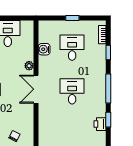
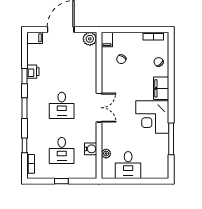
plant: (29, 66) -> (106, 154), moved
window: (108, 89) -> (24, 108), width x0.69

